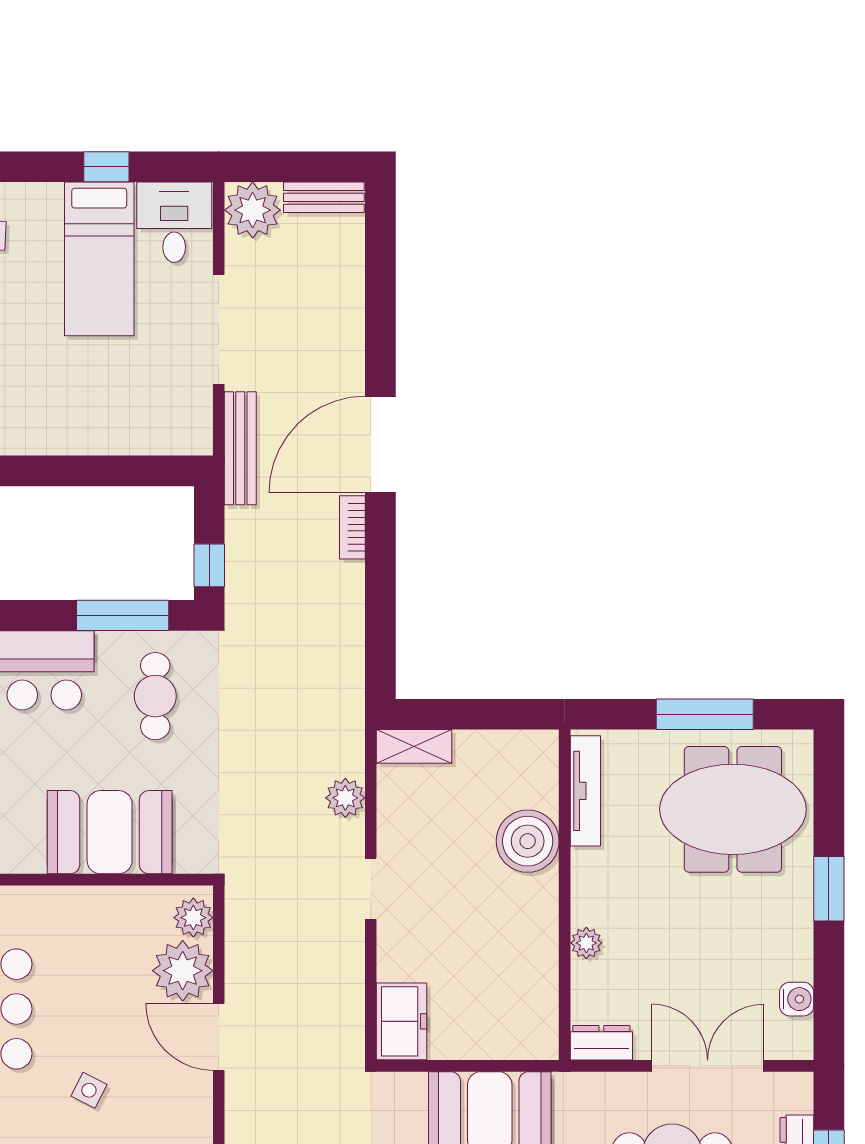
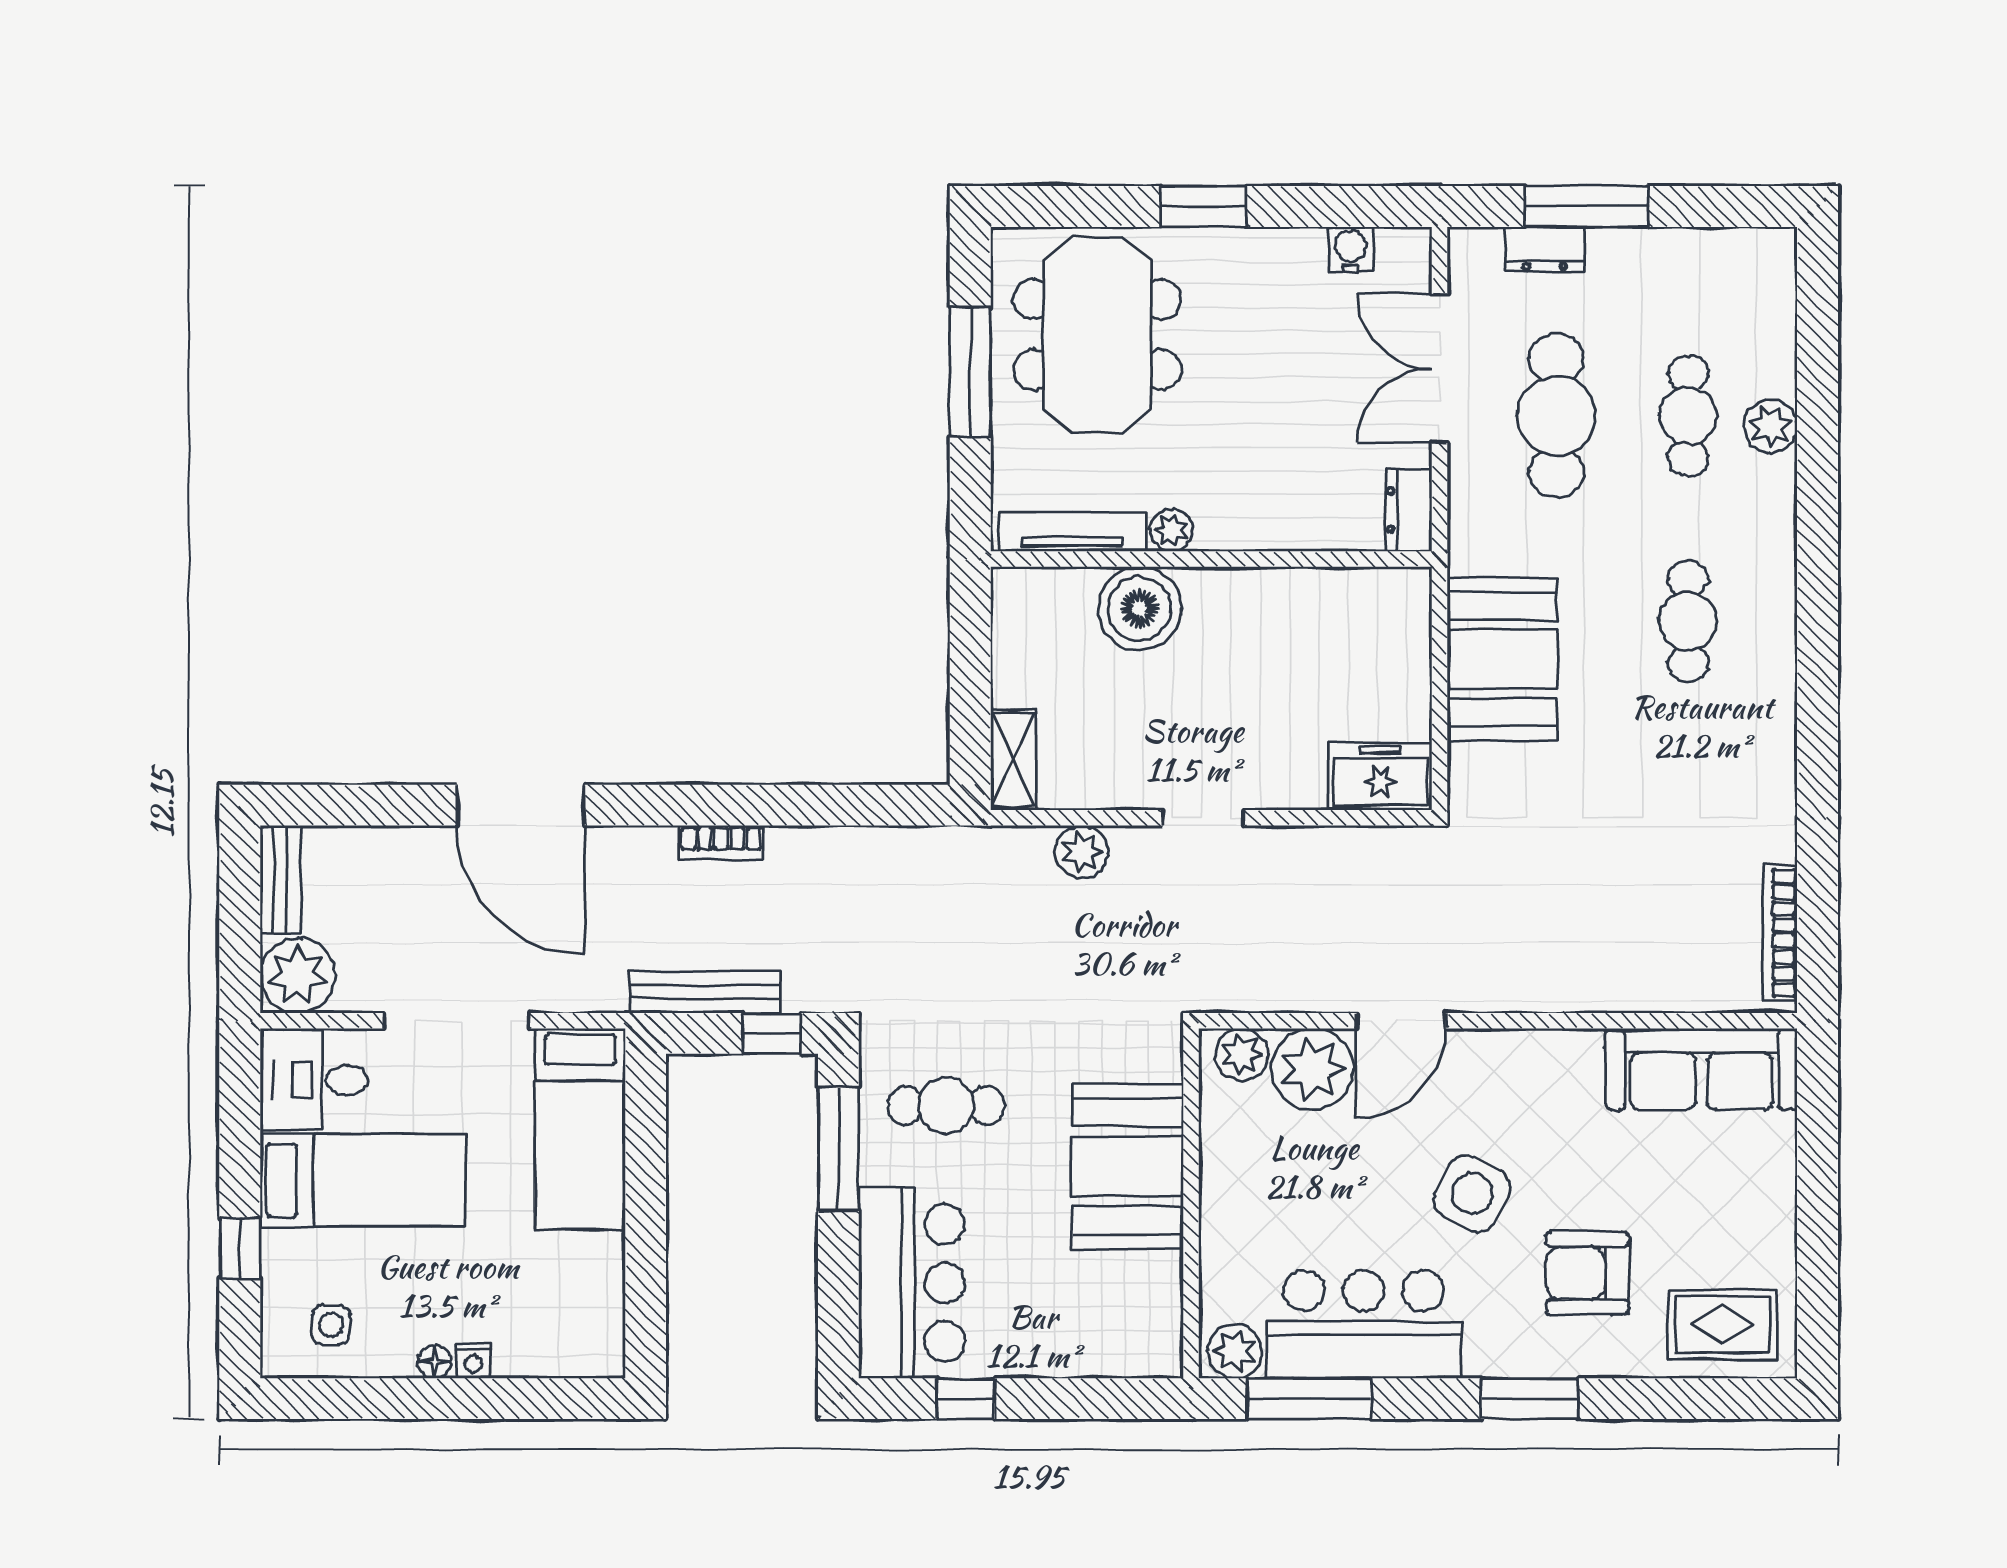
window: (106, 167) -> (240, 1248), moved
bed: (138, 422) -> (580, 1129), added
door: (380, 444) -> (521, 805), moved
bench: (240, 448) -> (705, 992), moved
plant: (586, 943) -> (1171, 530), moved
side table: (89, 1090) -> (1472, 1194), width x1.87, depth x1.87

